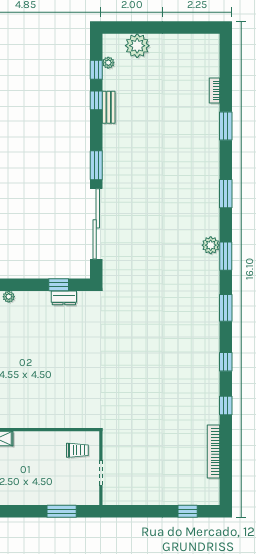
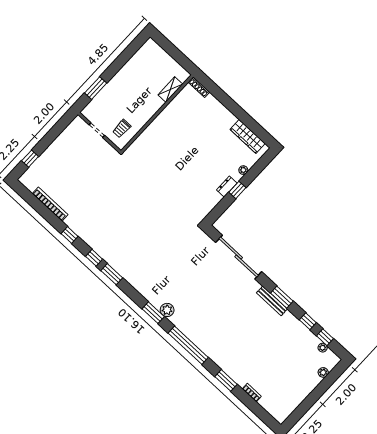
plant: (137, 46) -> (323, 372), width x0.53, depth x0.53
bench: (109, 107) -> (272, 301), moved, width x1.36
window: (96, 165) -> (282, 297), moved
window: (226, 194) -> (188, 345), width x2.11
window: (59, 285) -> (237, 190), moved
dresser: (64, 298) -> (227, 187), moved
window: (226, 308) -> (112, 274), moved

